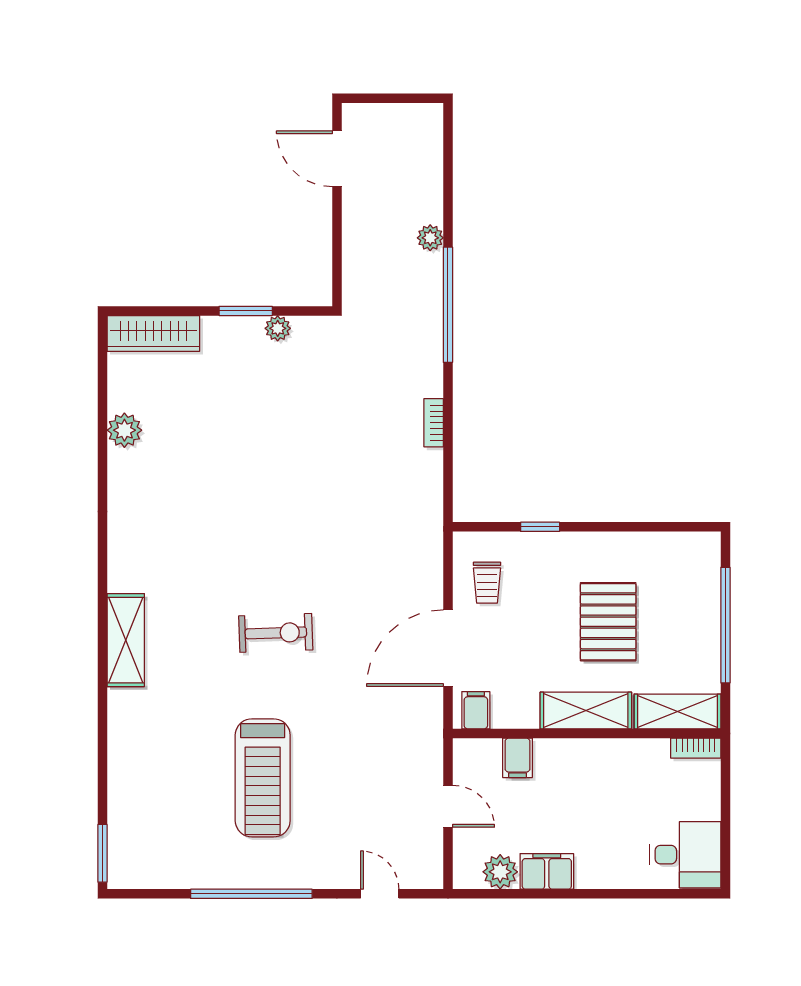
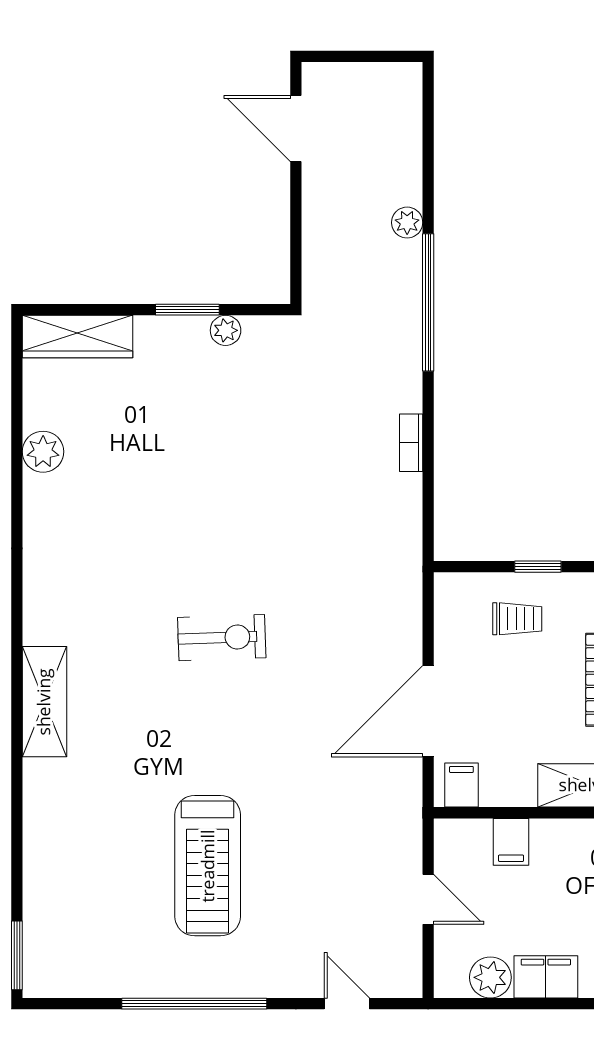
trolley: (487, 583) -> (517, 619), moved, turned -90
exercise bike: (276, 633) -> (222, 638), moved

